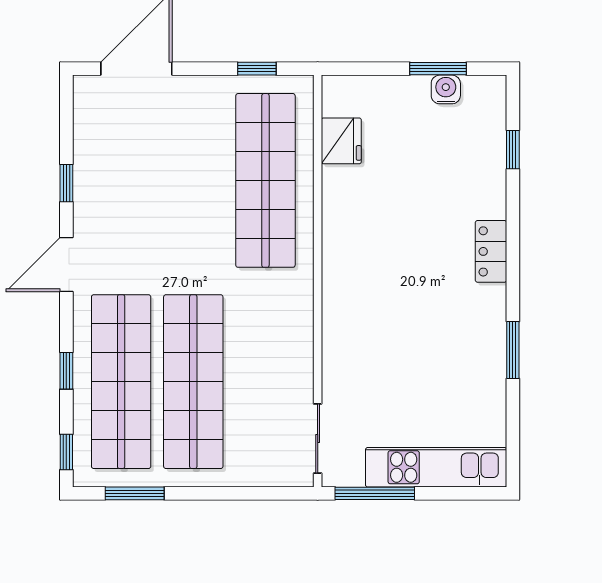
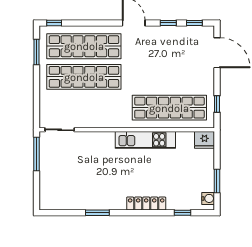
water cooler: (446, 89) -> (208, 198), moved
fridge: (341, 141) -> (204, 140), moved
locker: (491, 251) -> (146, 203), width x1.53
window: (66, 371) -> (194, 23), moved
kitchen unit: (436, 467) -> (145, 140), moved, turned 90

